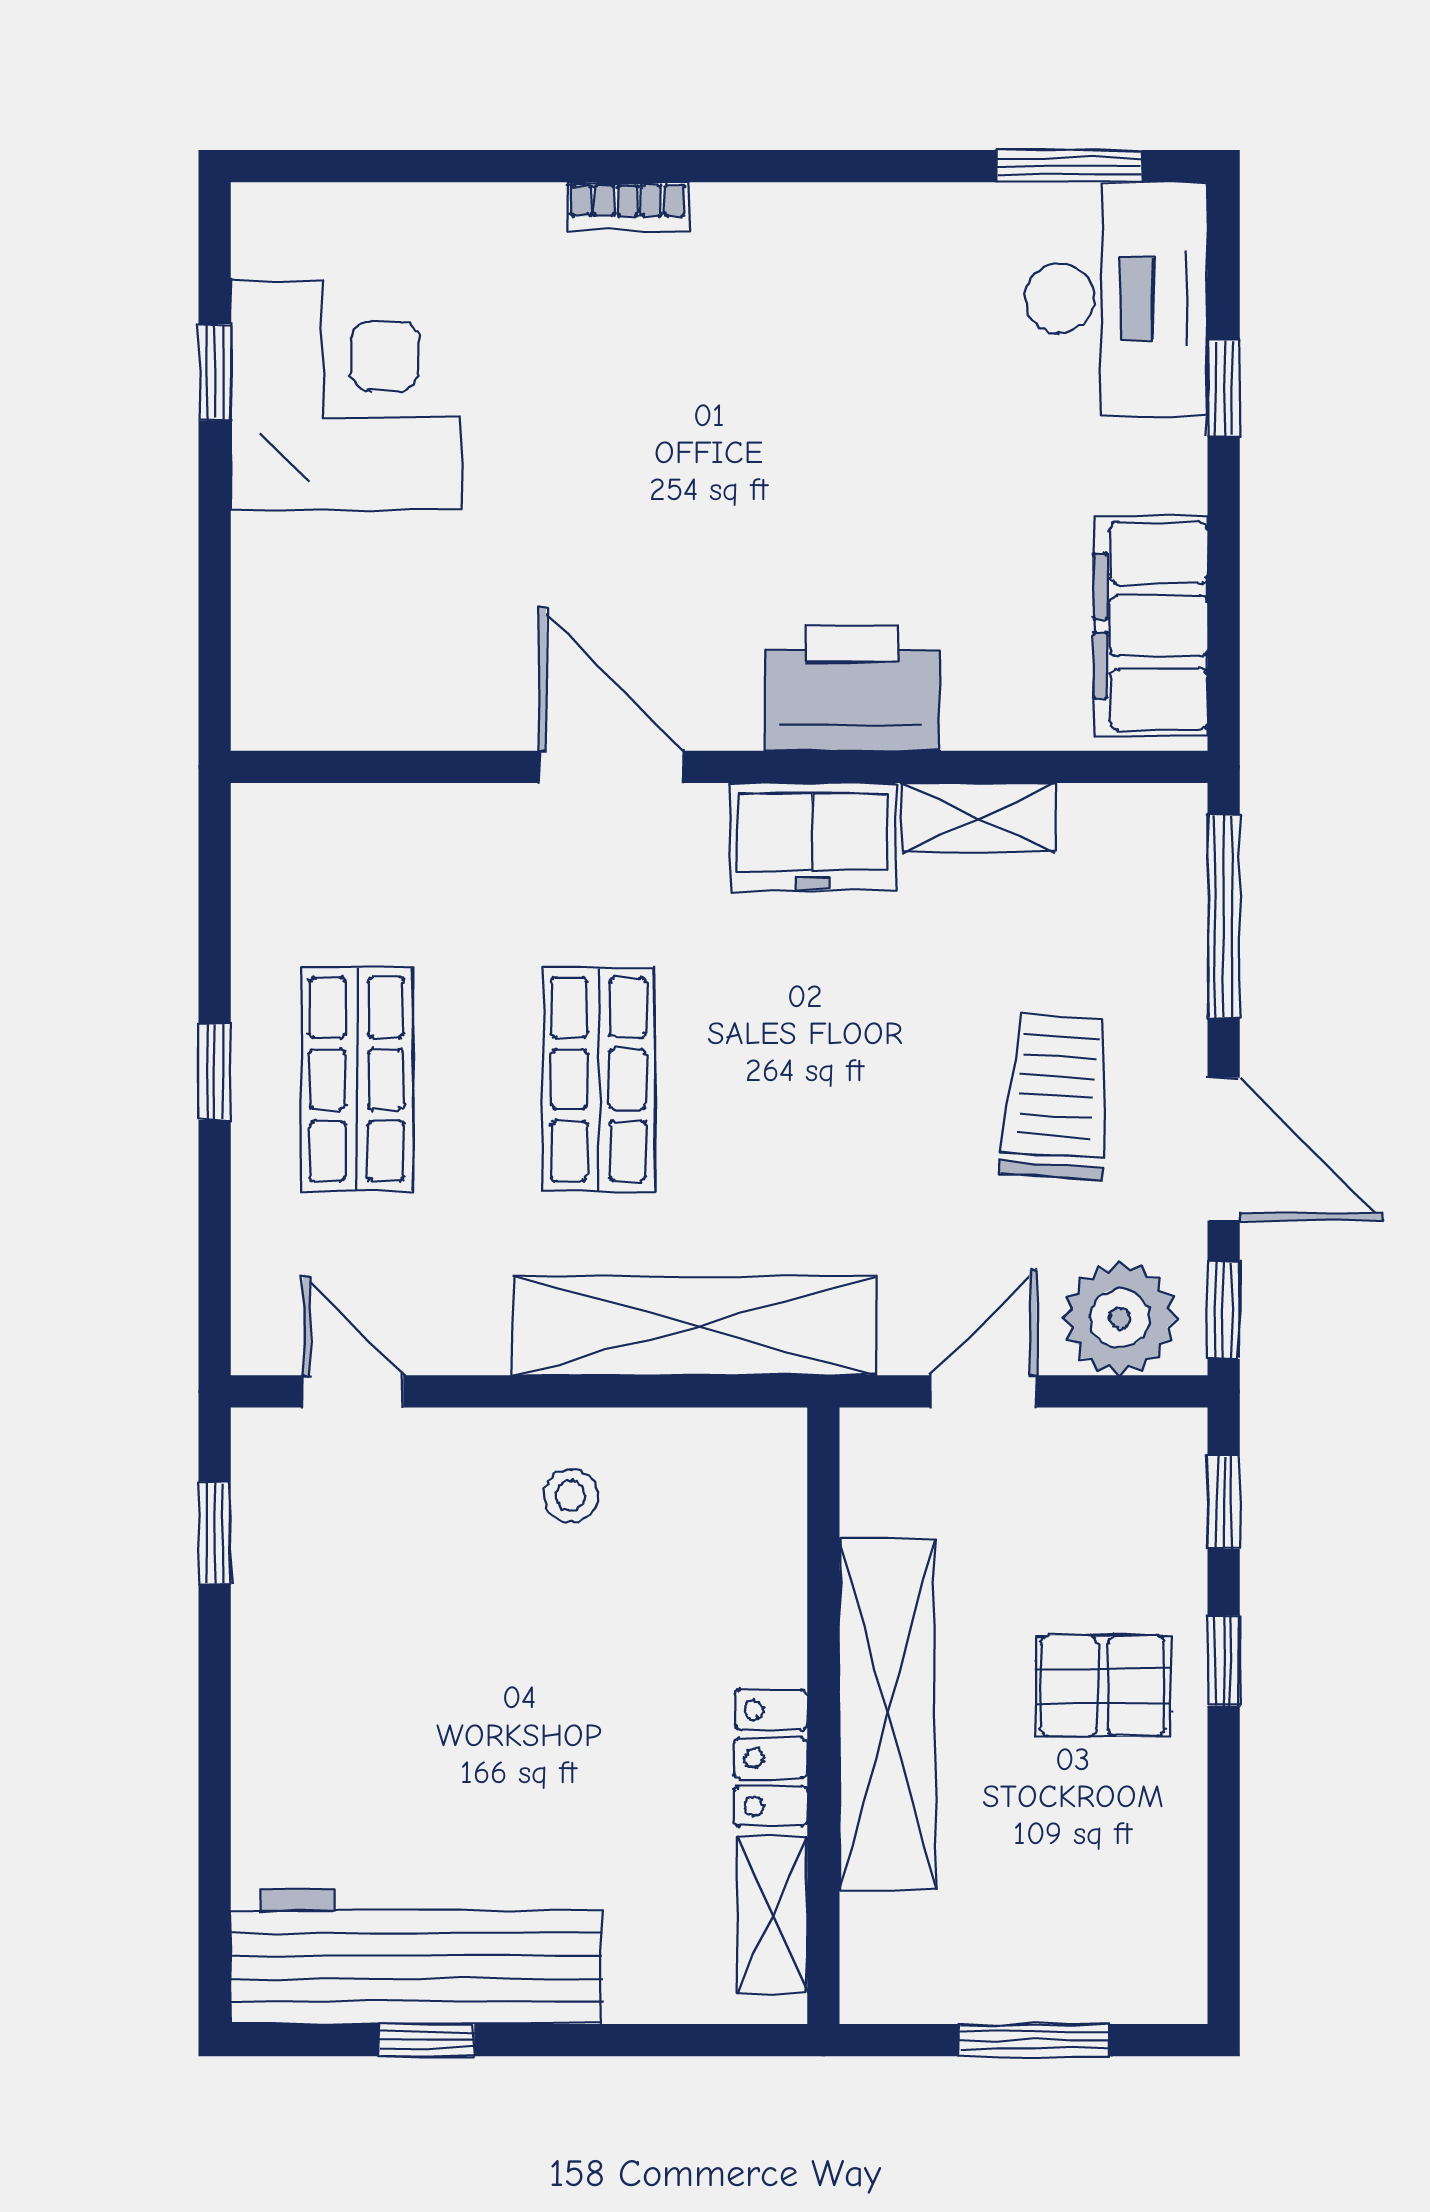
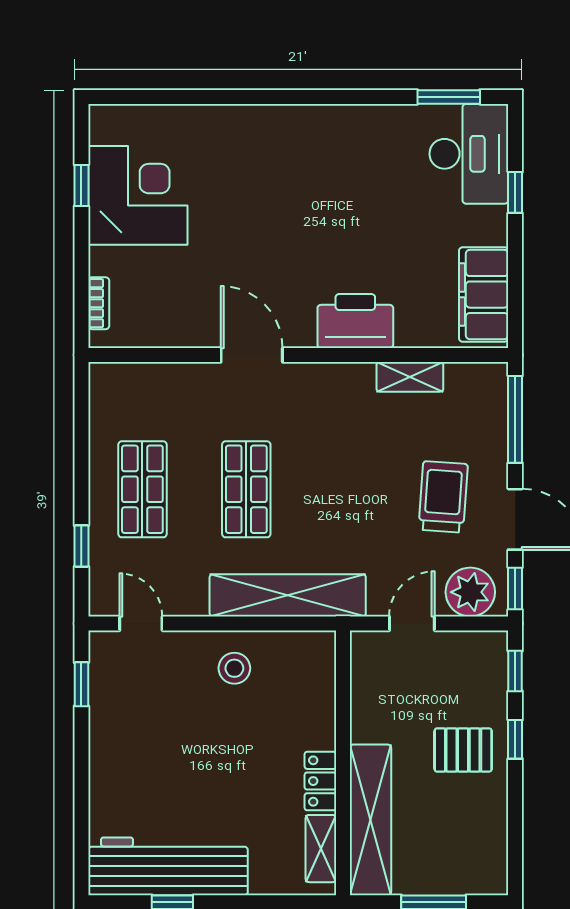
bookcase: (628, 206) -> (99, 303), moved, turned -90
freezer: (812, 837) -> (338, 385), removed
window: (215, 1072) -> (81, 546), moved
stool: (571, 1496) -> (234, 668), width x1.37, depth x1.37
shelving: (887, 1715) -> (370, 820), moved

